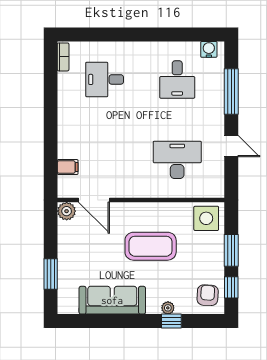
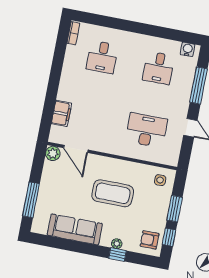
desk: (105, 79) -> (102, 57), turned -90
filing cabinet: (68, 167) -> (61, 113), width x2.00
side table: (206, 218) -> (160, 180), width x0.54, depth x0.54
window: (51, 274) -> (31, 200), width x1.44
armchair: (208, 295) -> (150, 240), turned -93

